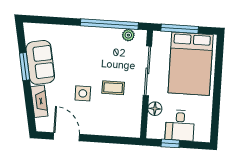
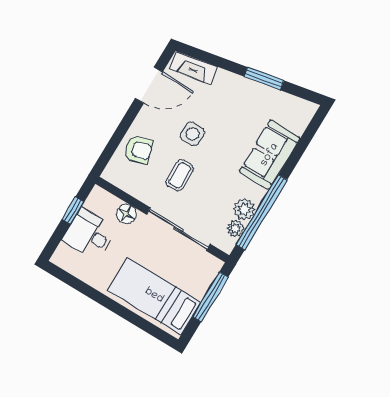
plant: (113, 36) -> (244, 209), added
sofa: (40, 62) -> (270, 155), moved, turned 101
bed: (191, 64) -> (154, 296), width x0.67
fireplace: (39, 101) -> (194, 68), moved
armchair: (111, 122) -> (138, 150), added

